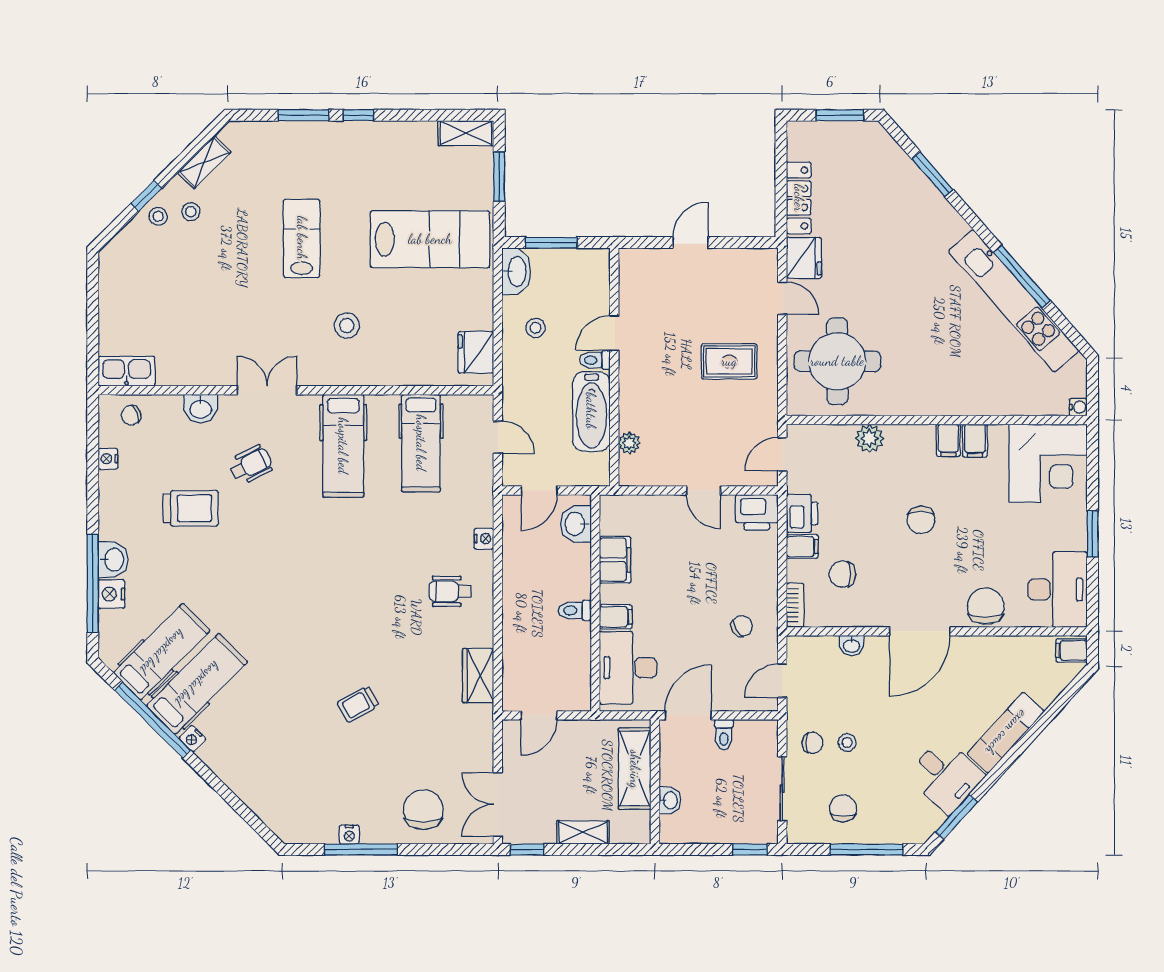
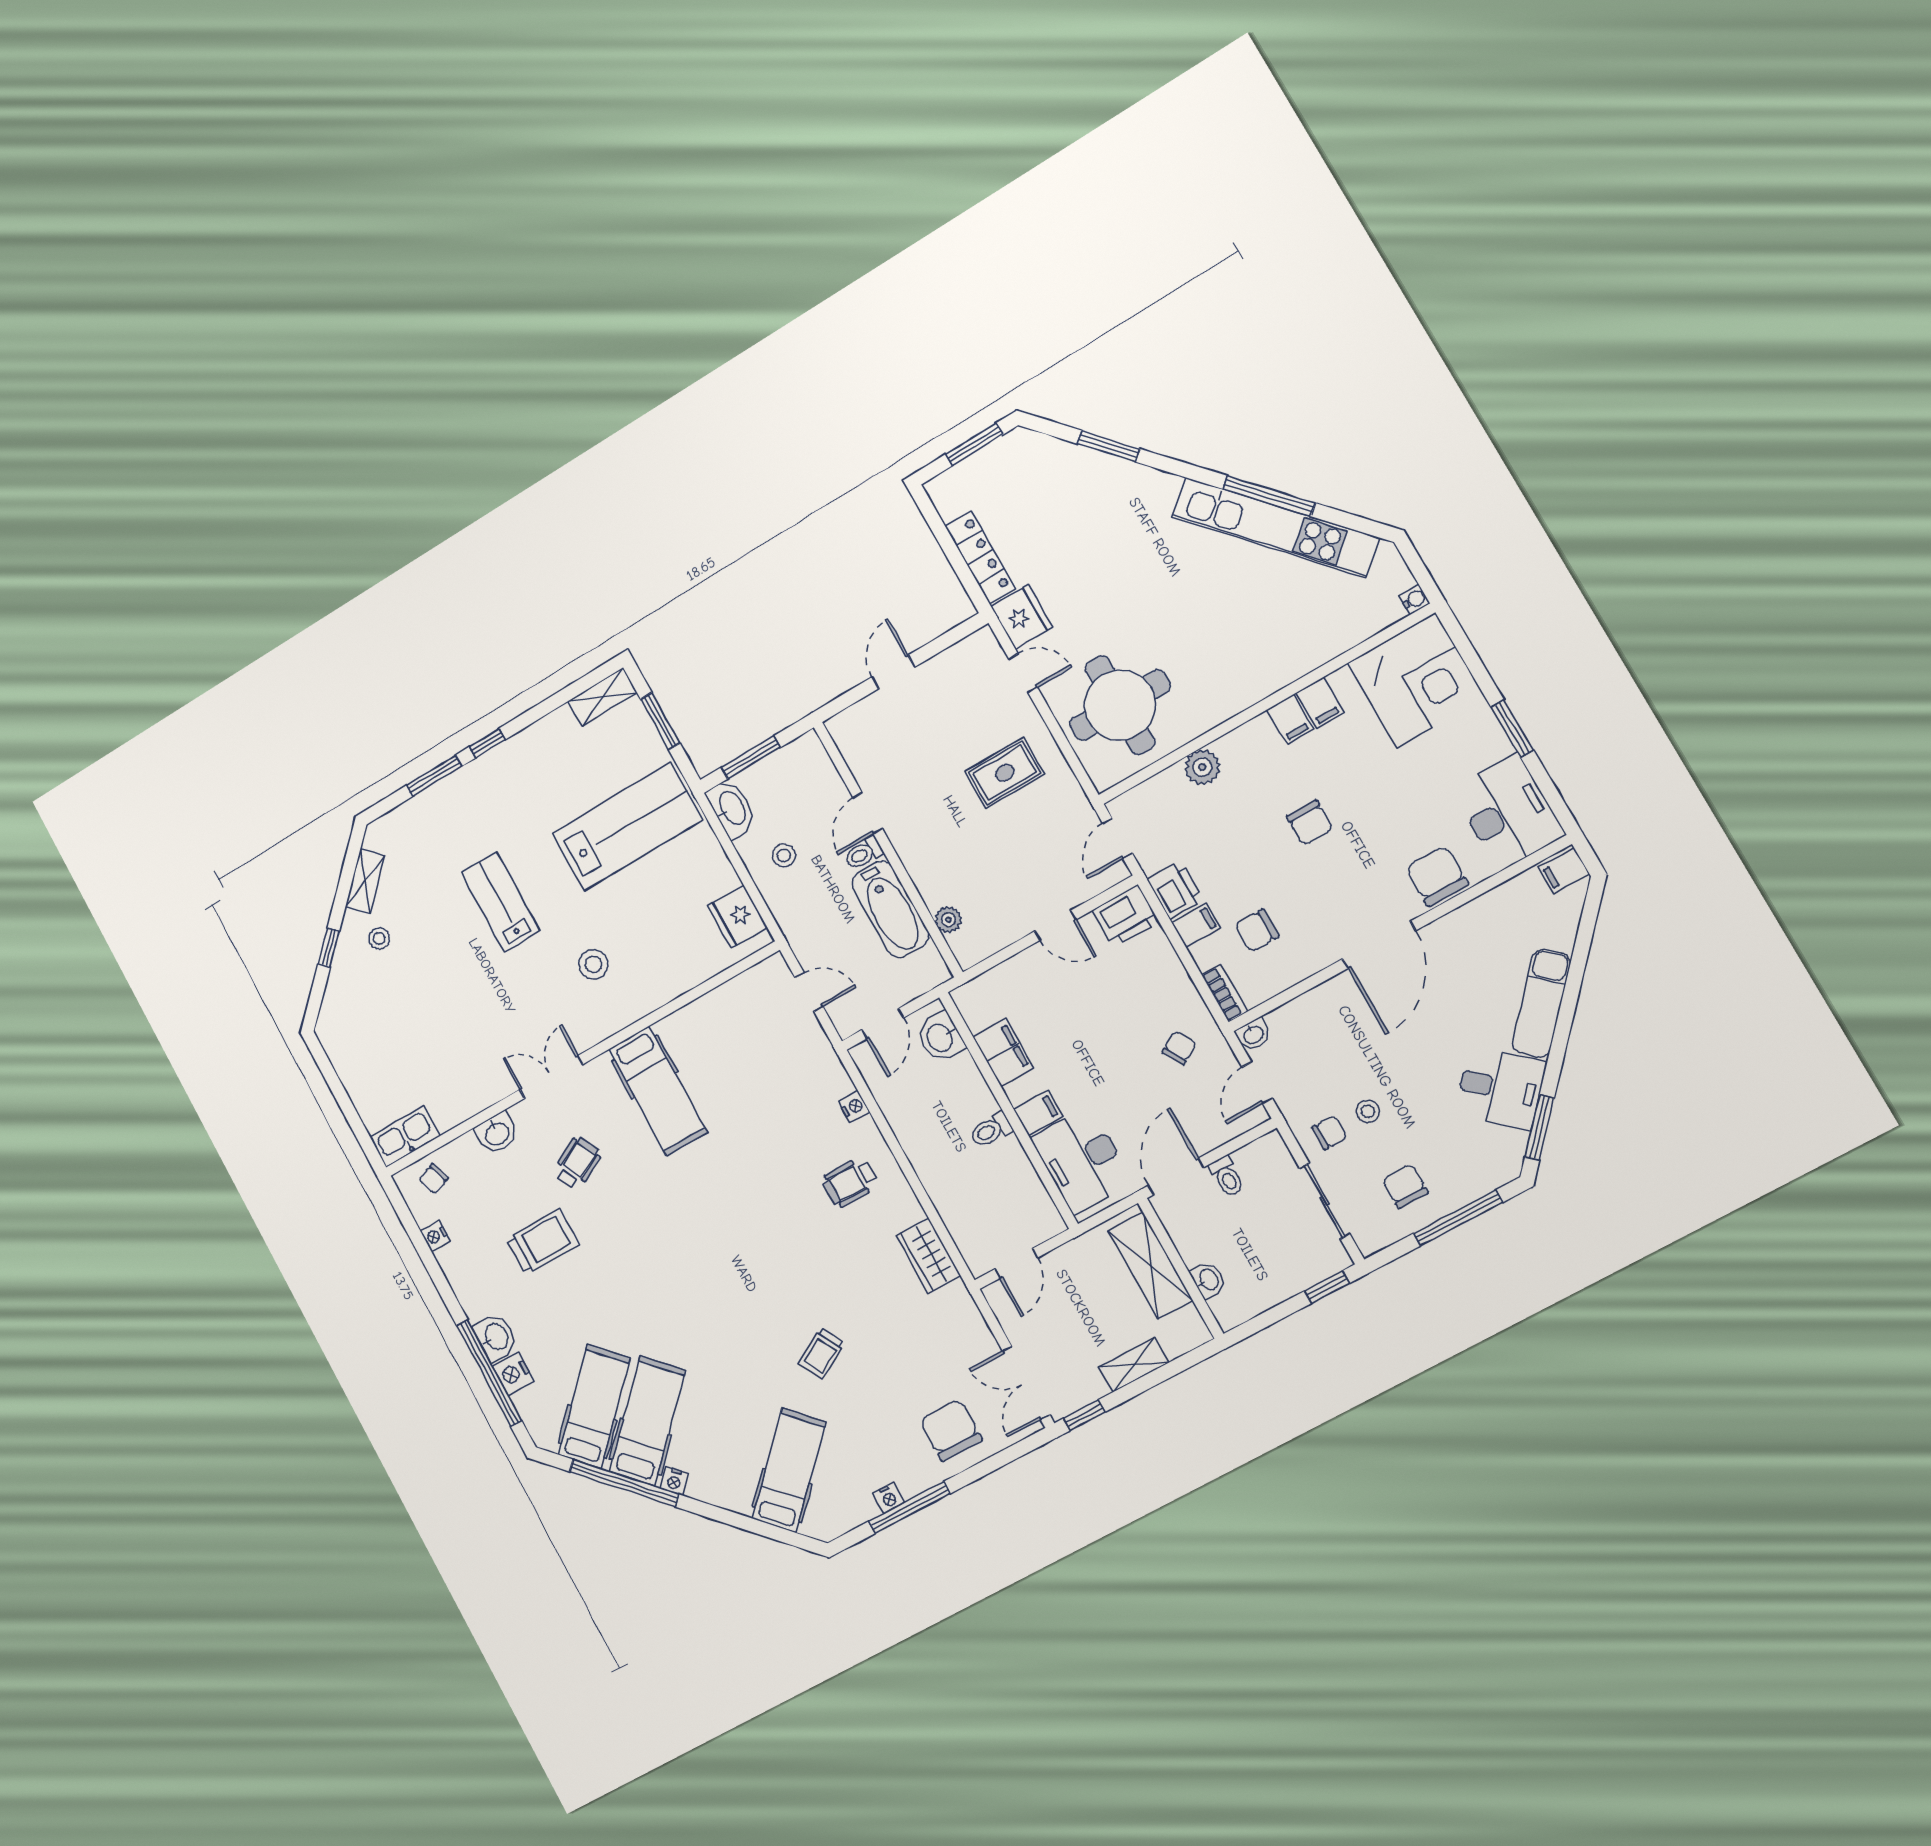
stool: (158, 216) -> (351, 962), removed
hospital bed: (421, 443) -> (789, 1470), moved, turned -135
washbasin: (852, 645) -> (1253, 1034), moved

